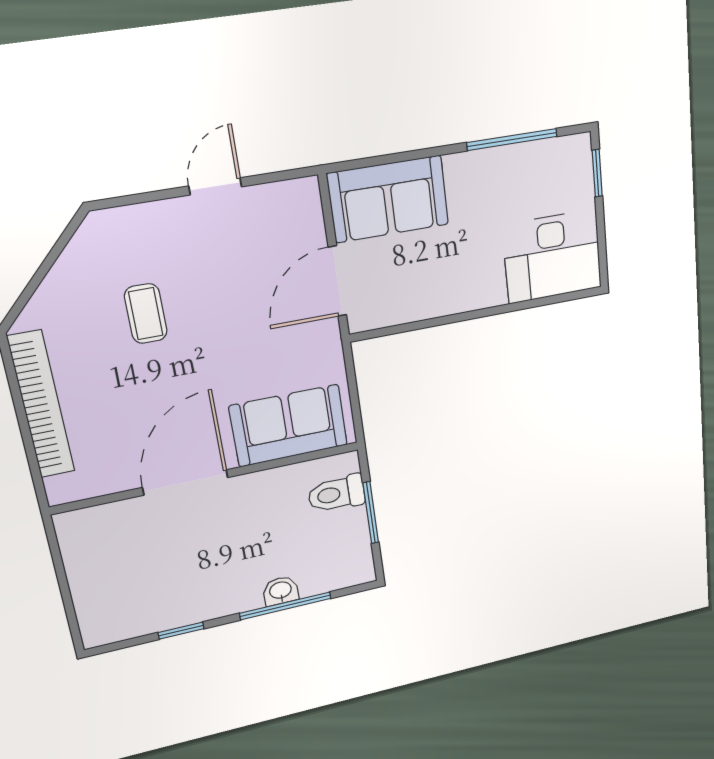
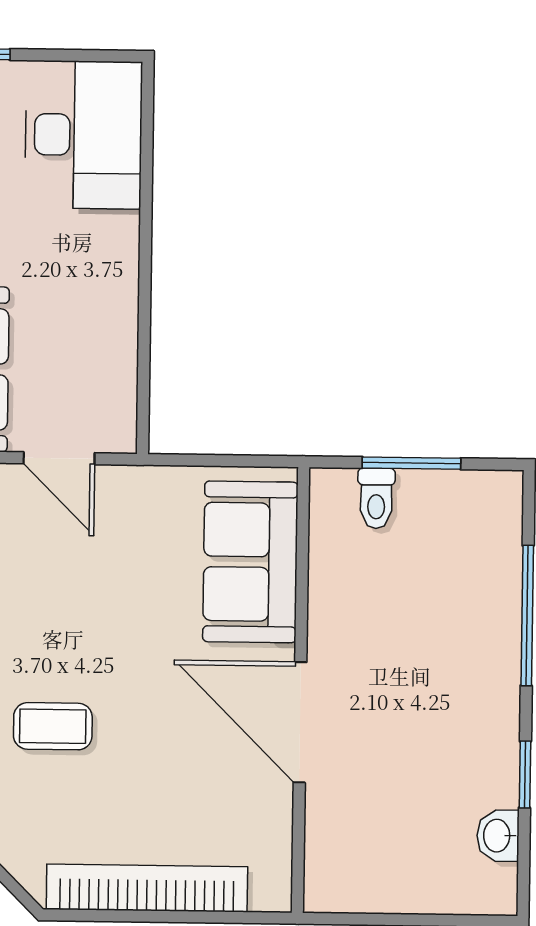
door: (337, 281) -> (59, 458), width x0.73
toilet: (336, 494) -> (376, 498), width x0.73, depth x0.72
washbasin: (281, 591) -> (498, 836), moved

